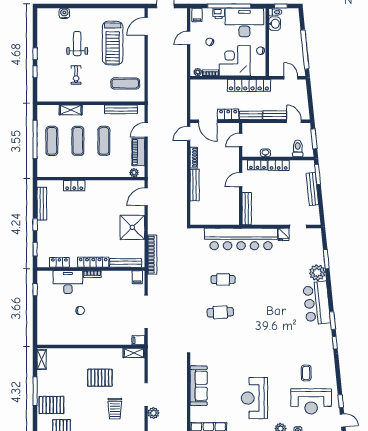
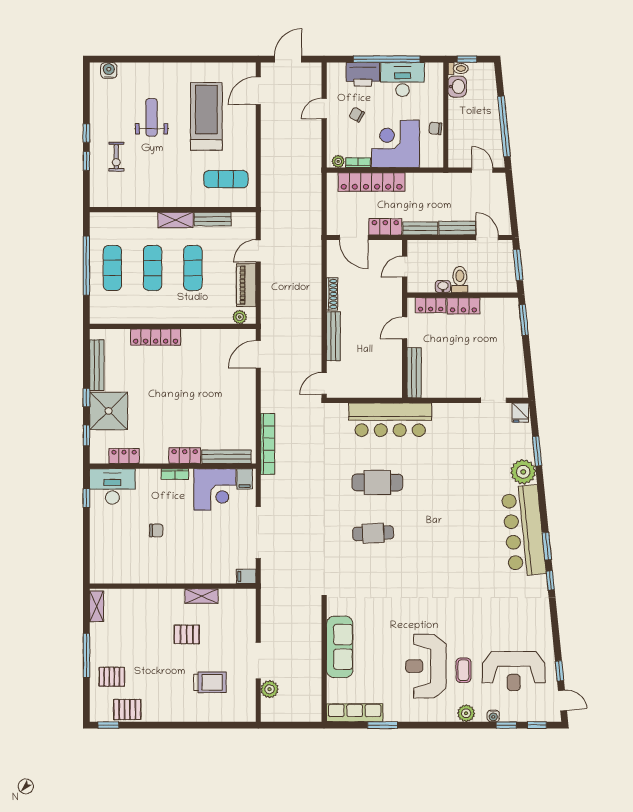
water cooler: (64, 13) -> (109, 70), moved
printer: (219, 13) -> (363, 74), width x1.87, depth x1.48
filing cabinet: (197, 15) -> (337, 73), removed
desk: (244, 22) -> (403, 79), width x0.73, depth x0.77
treadmill: (113, 43) -> (206, 116), turned 180
exercise bike: (76, 75) -> (116, 157), moved
locker: (249, 85) -> (371, 182), moved
bench: (121, 109) -> (213, 219), width x0.73
shelving: (71, 110) -> (175, 220), moved
door: (189, 133) -> (324, 384), moved
toilet: (298, 148) -> (460, 279), moved
locker: (74, 186) -> (156, 337), width x1.53
bench: (312, 189) -> (516, 342), removed
shower: (132, 227) -> (109, 411), moved
fridge: (284, 234) -> (520, 413), moved
bar counter: (241, 239) -> (390, 420), width x0.73
locker: (93, 262) -> (185, 456), width x0.66
cafe table: (223, 279) -> (377, 482), width x1.37, depth x1.35
desk: (68, 282) -> (112, 486), moved
corner desk: (118, 284) -> (215, 489), added
bar counter: (317, 303) -> (524, 531), width x1.36
shelving: (134, 353) -> (201, 596), moved
coffee table: (306, 373) -> (463, 670), moved
pallet: (100, 378) -> (187, 634), width x0.67, depth x0.71
pallet: (51, 405) -> (112, 677), width x0.67, depth x0.71
trolley: (115, 409) -> (210, 682), turned -90

